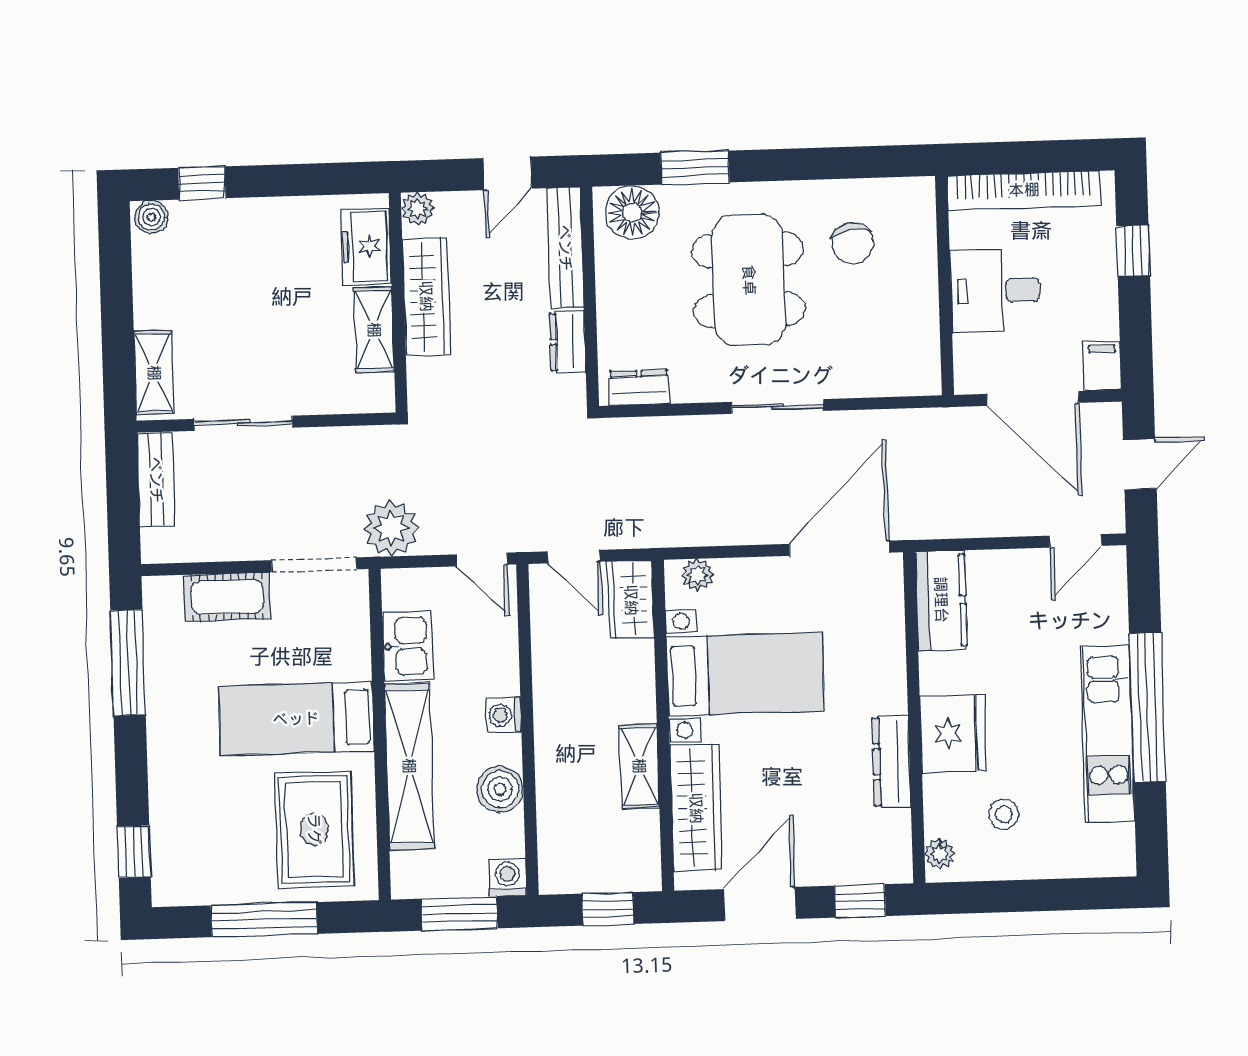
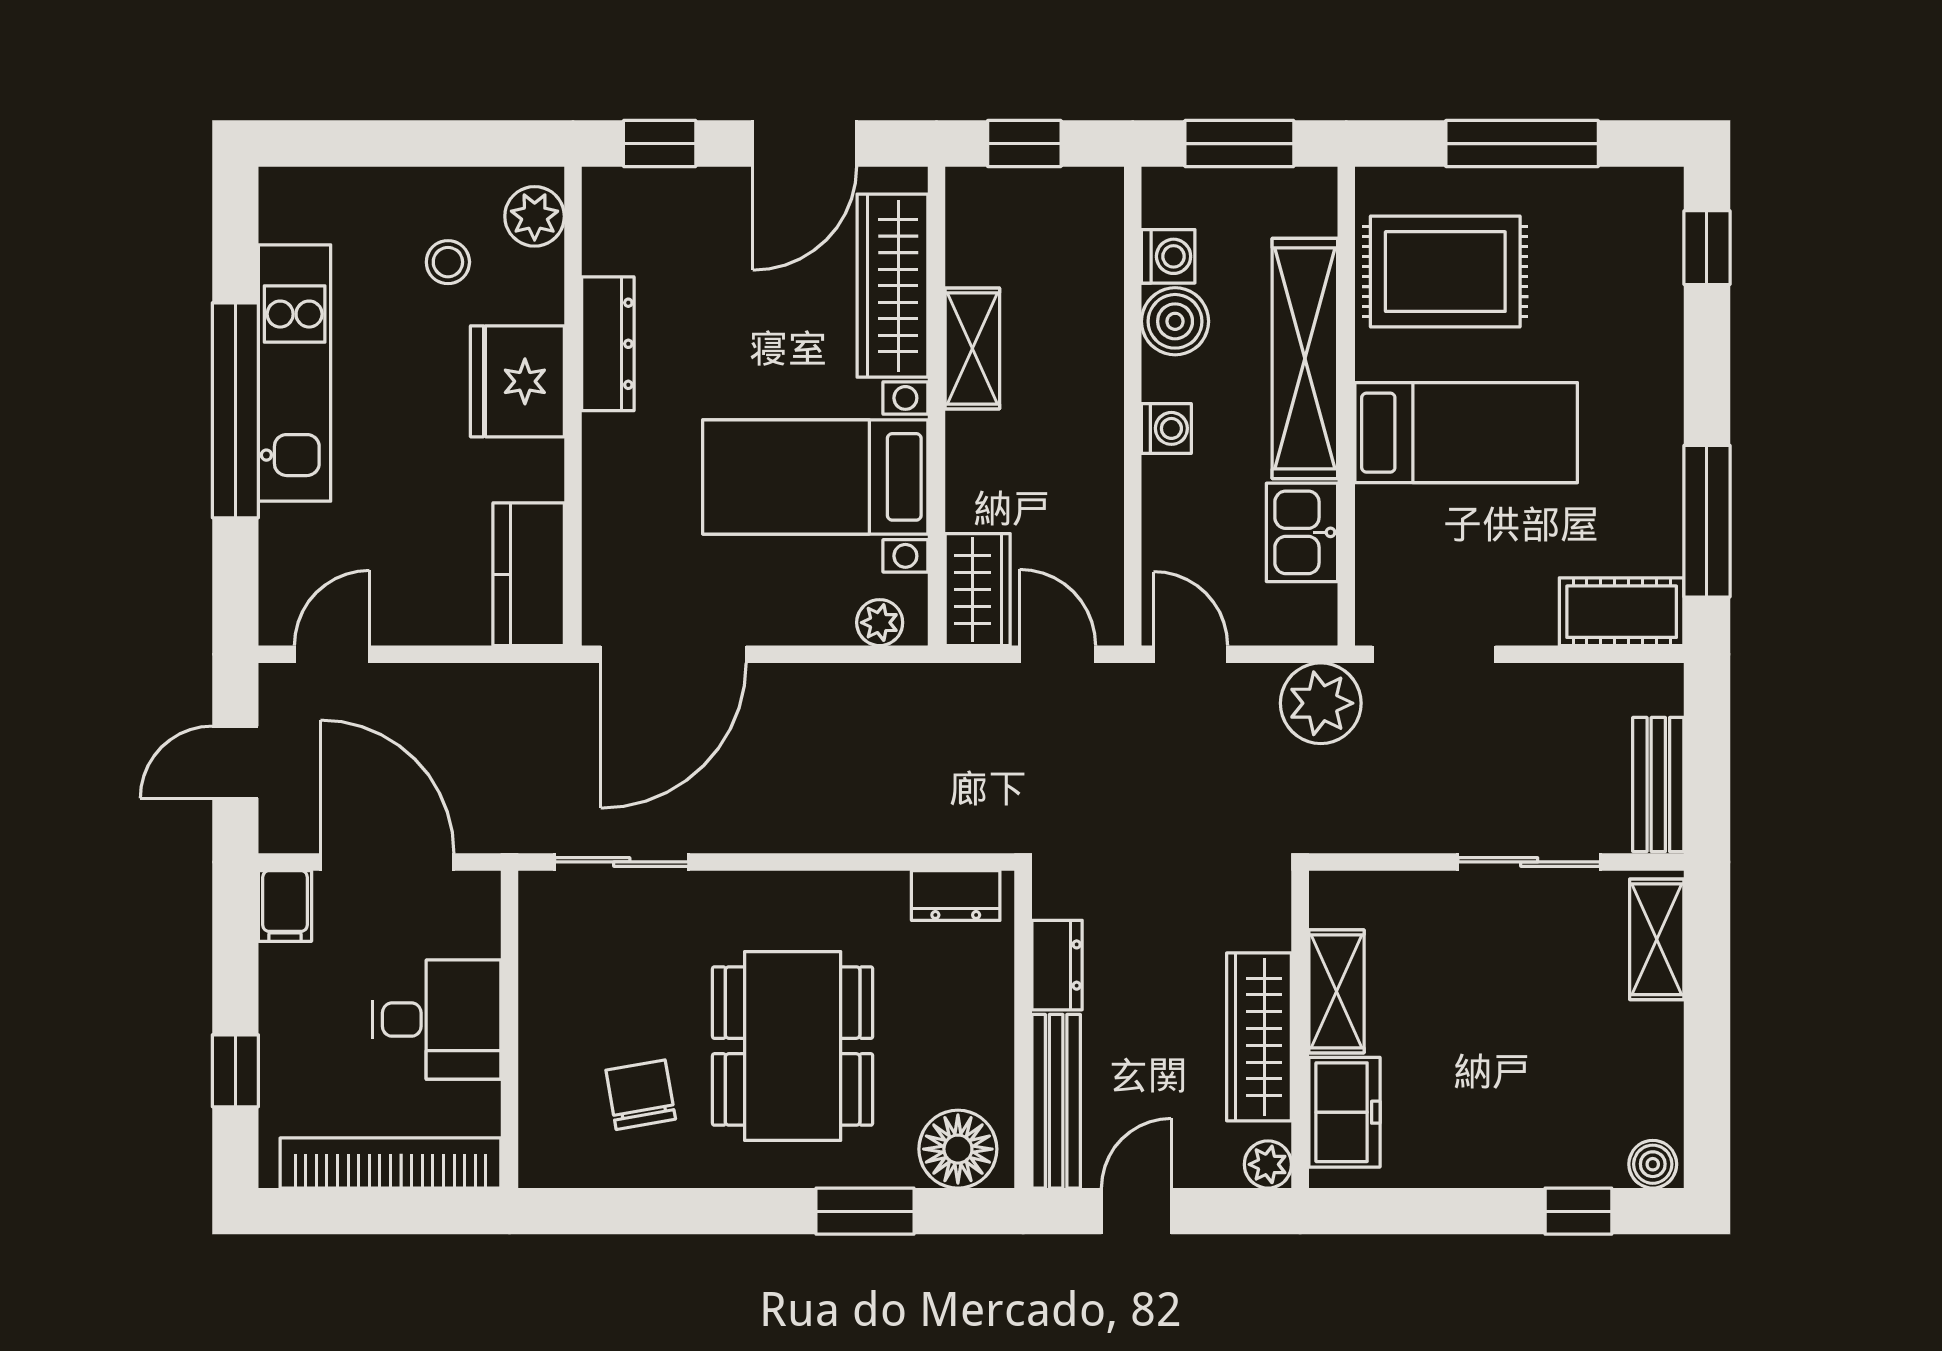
sliding door: (778, 406) -> (622, 862), moved
cot: (227, 597) -> (1622, 612), moved
rug: (314, 829) -> (1445, 272), turned 90
plant: (939, 854) -> (535, 216), width x1.38, depth x1.38
washing machine: (508, 878) -> (1168, 256), moved, turned -90

